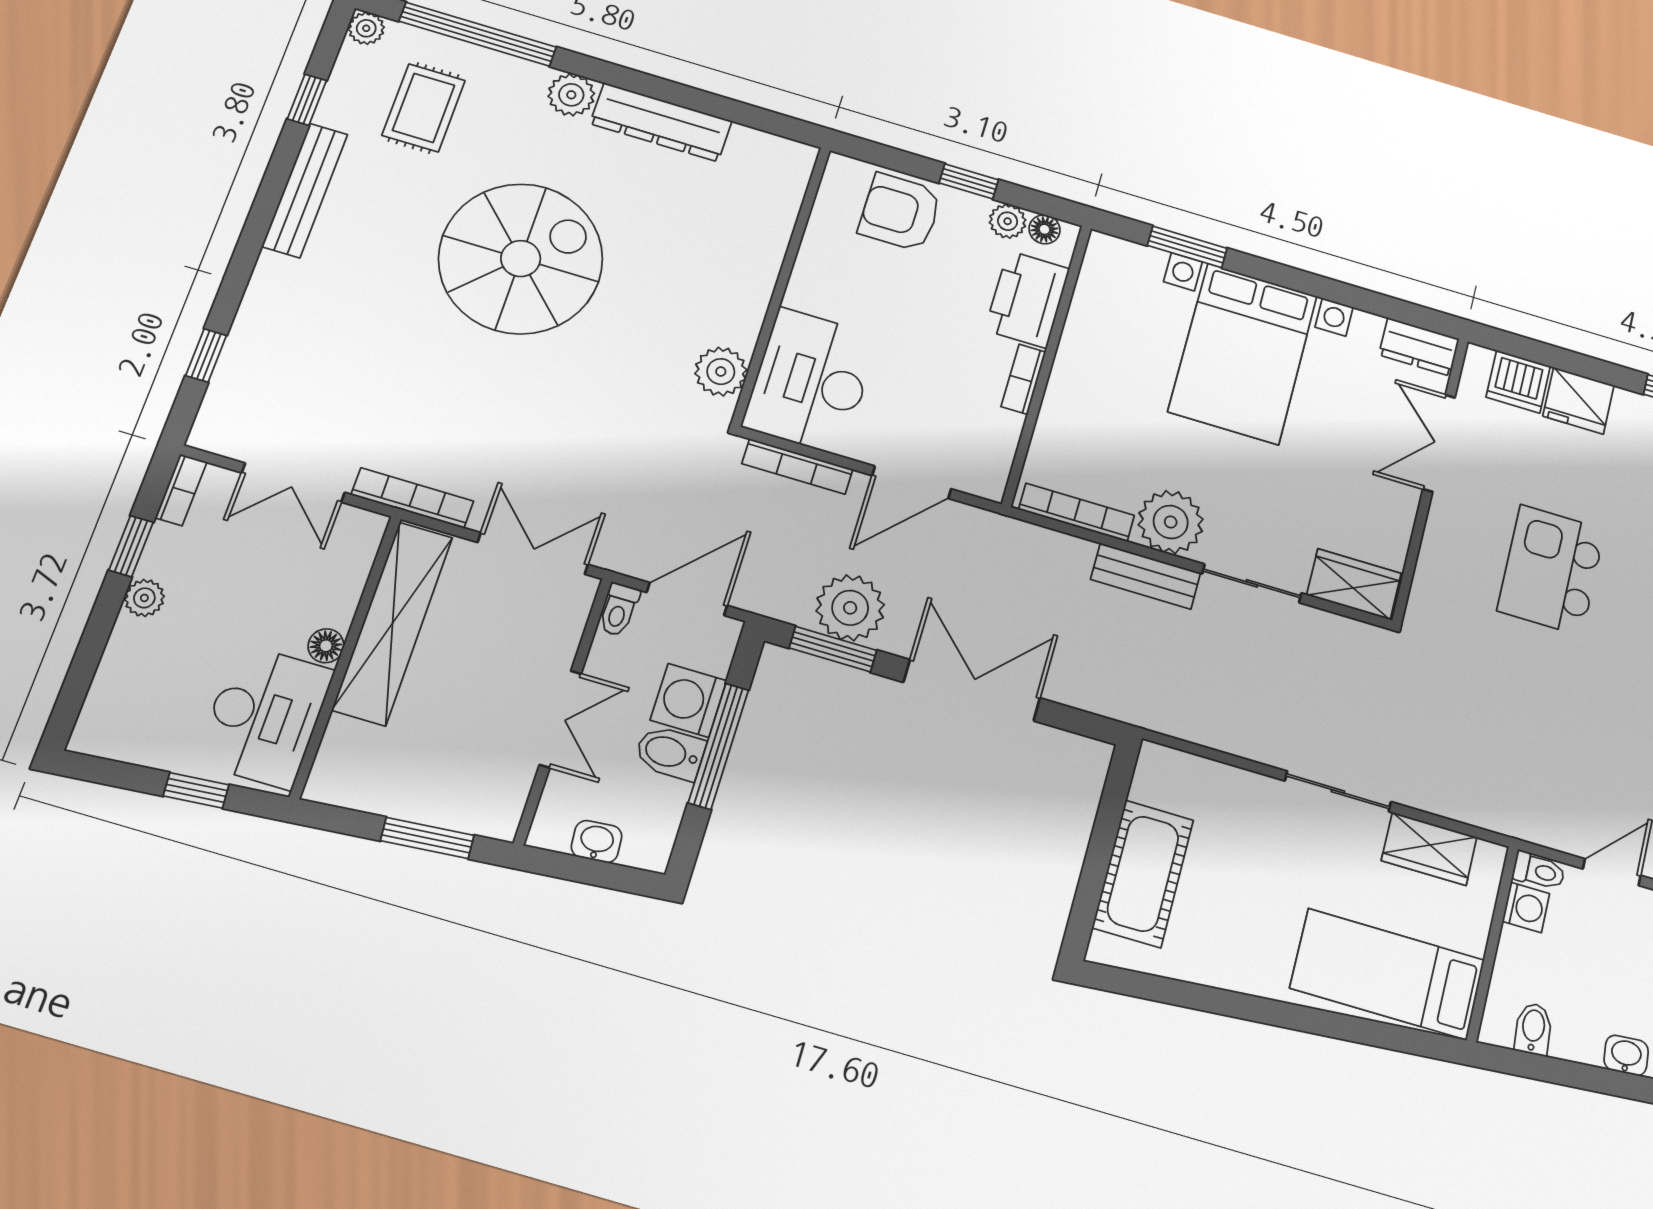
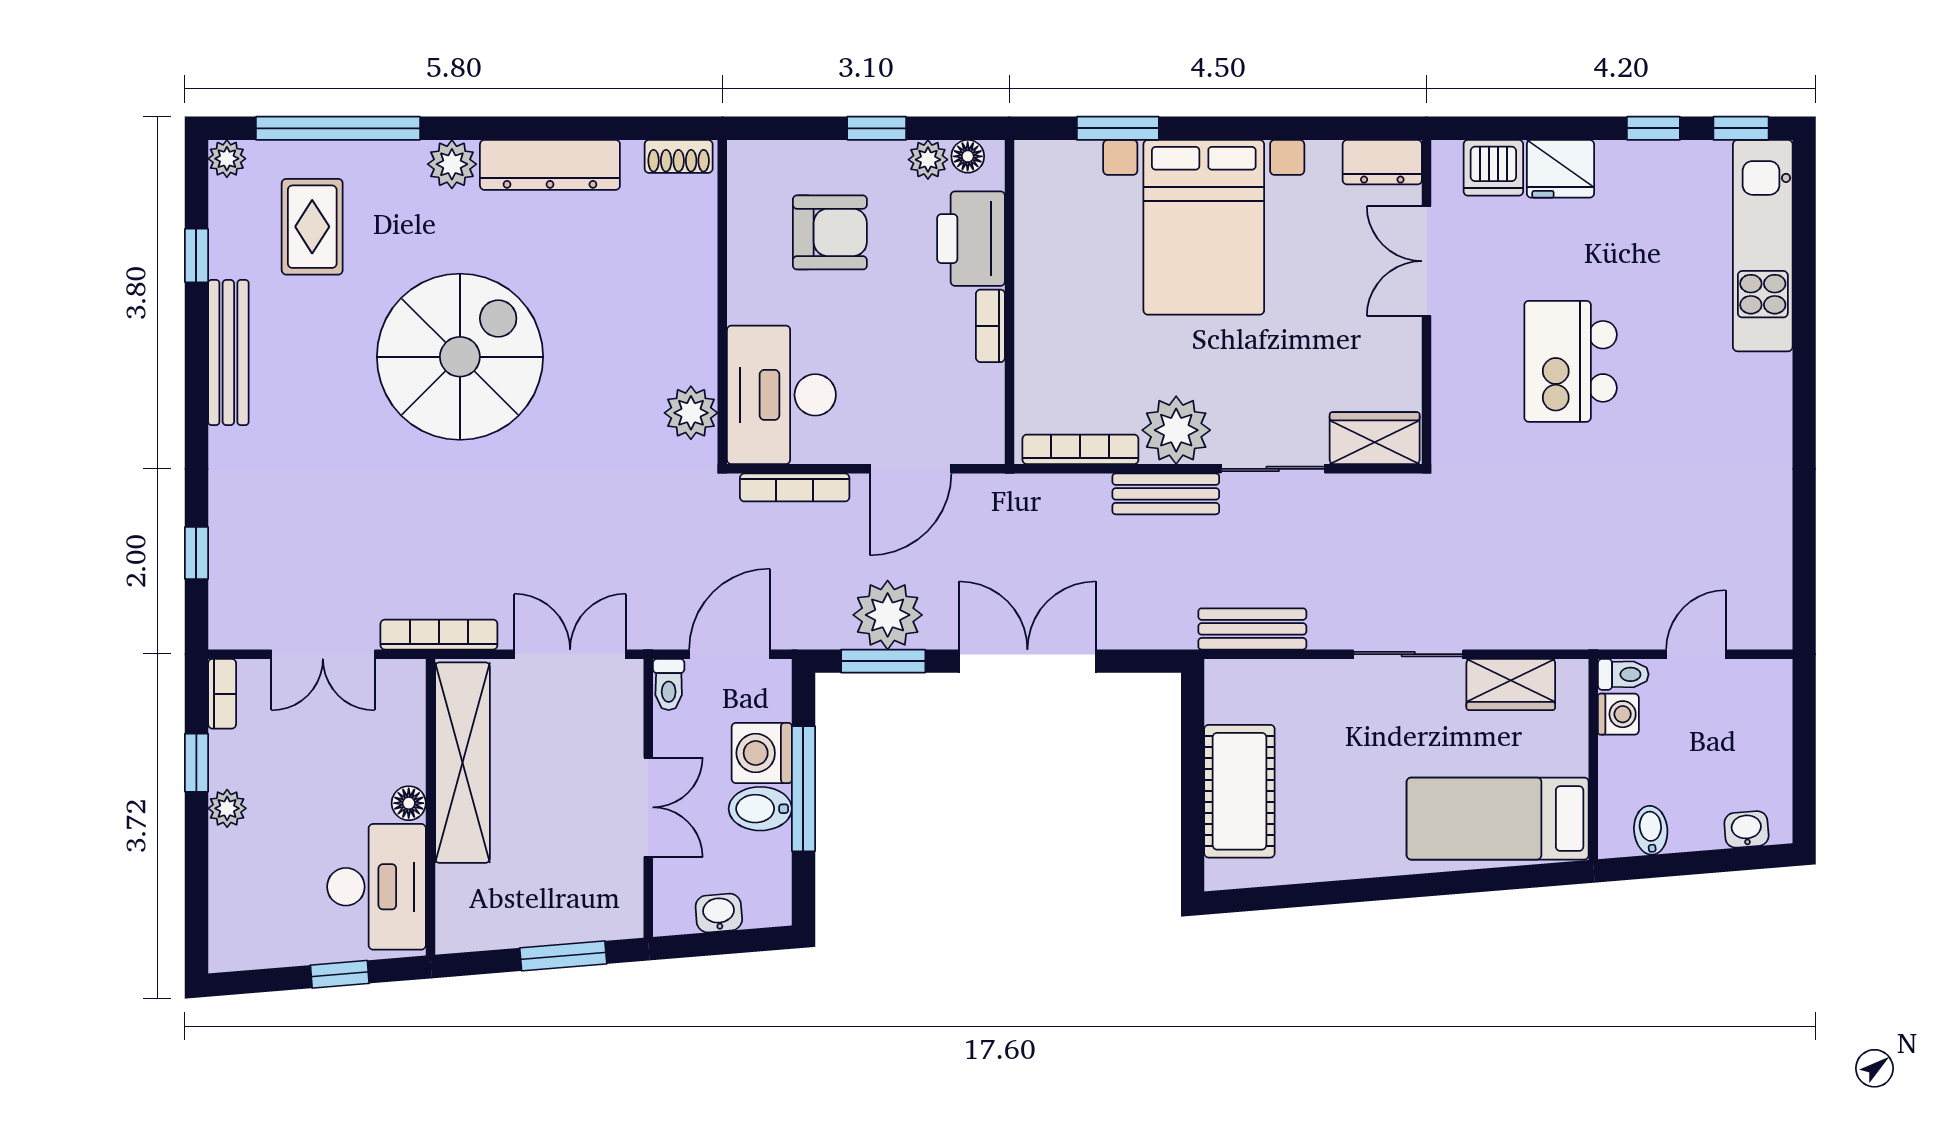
shoe rack: (781, 151) -> (679, 156), added
armchair: (900, 212) -> (830, 232), moved, turned 180
bench: (1195, 724) -> (1252, 629), added

